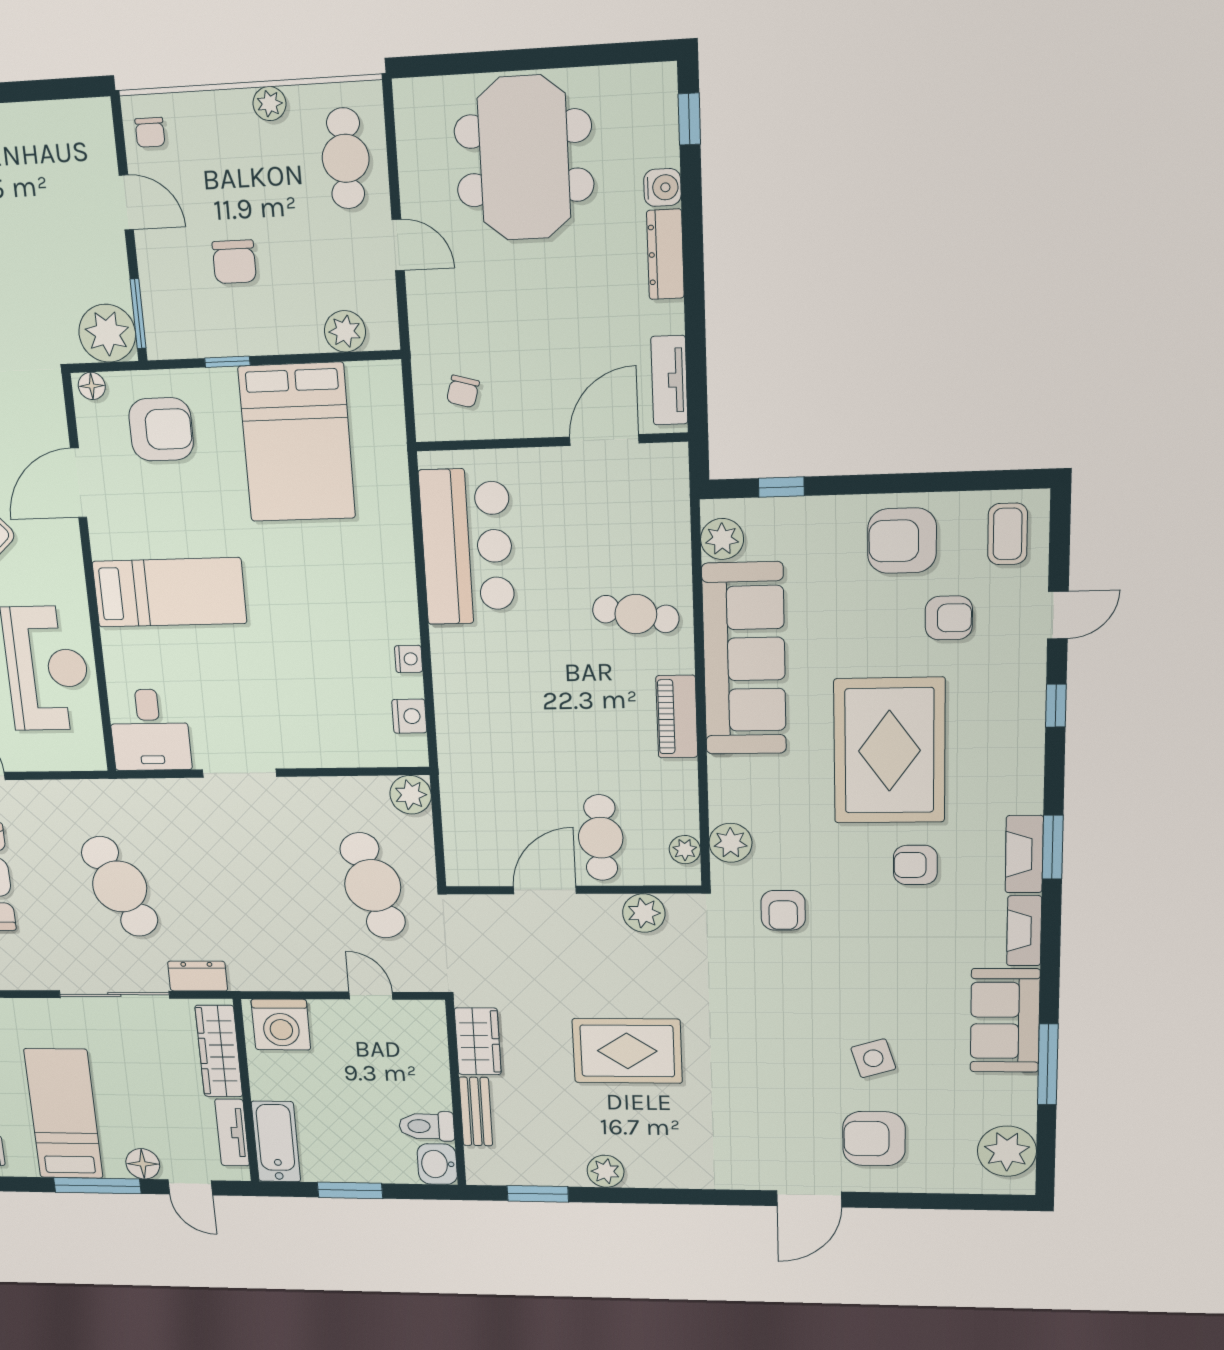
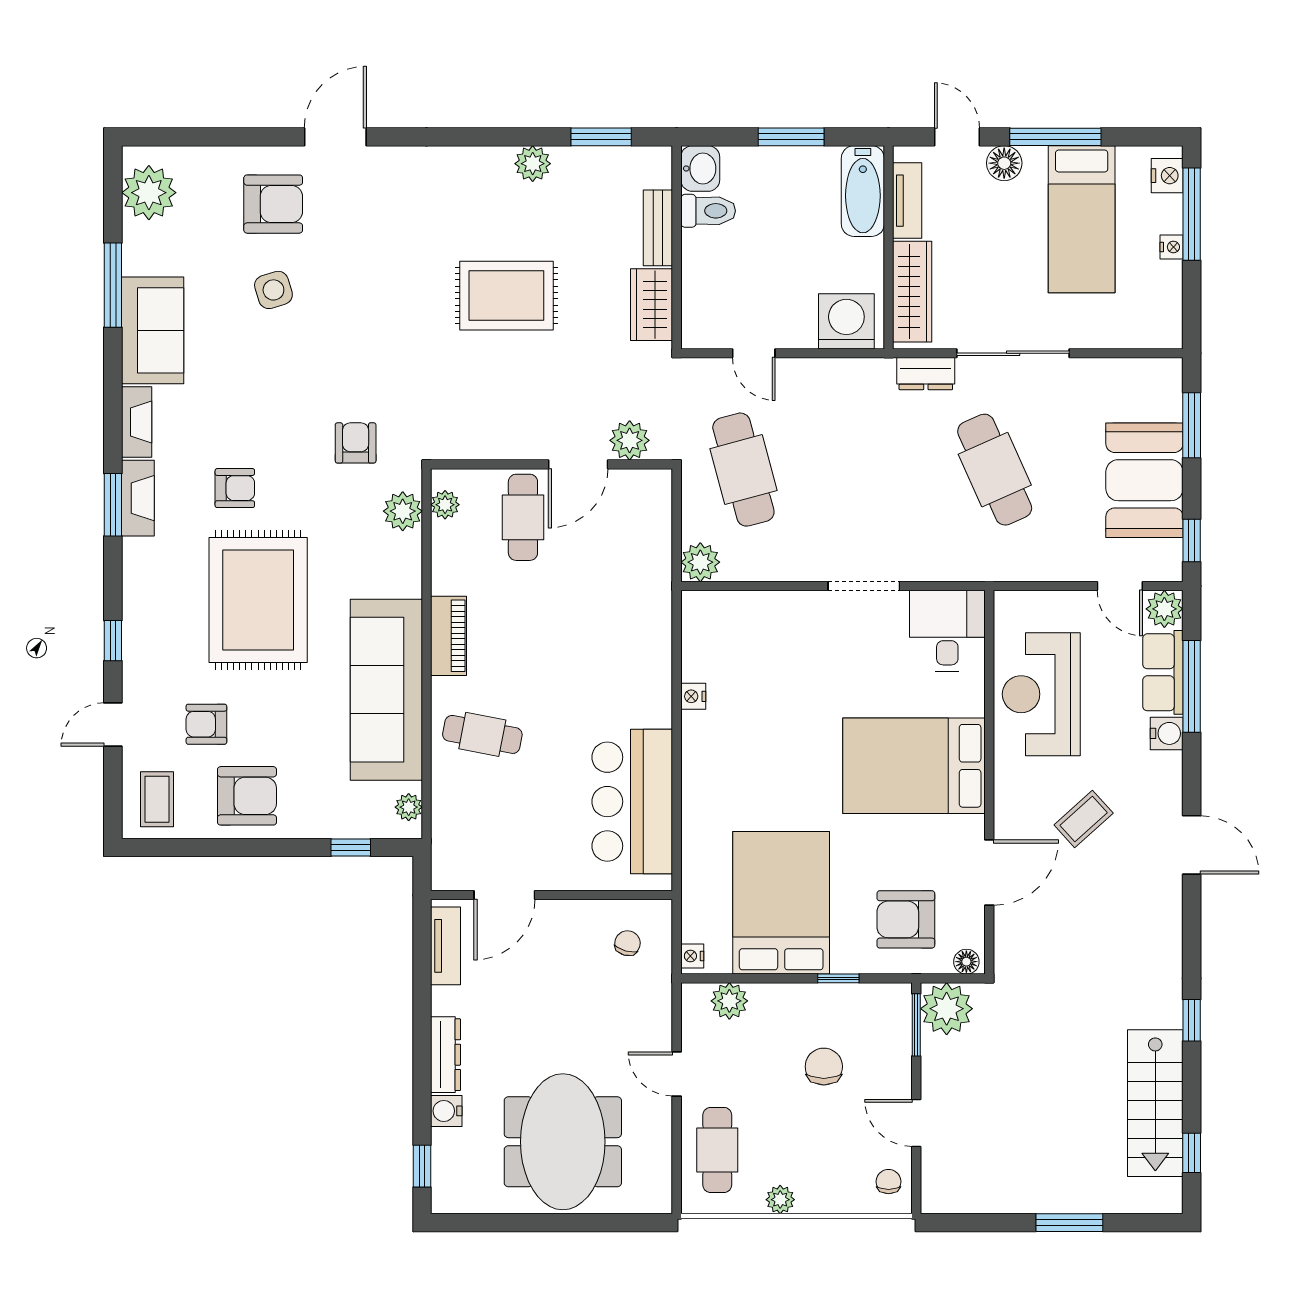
plant: (722, 539) -> (409, 807), width x0.73, depth x0.73
bed: (169, 592) -> (914, 766), width x1.50
nightstand: (409, 716) -> (692, 956), moved, width x0.72, depth x0.74
plant: (644, 913) -> (630, 440), moved

